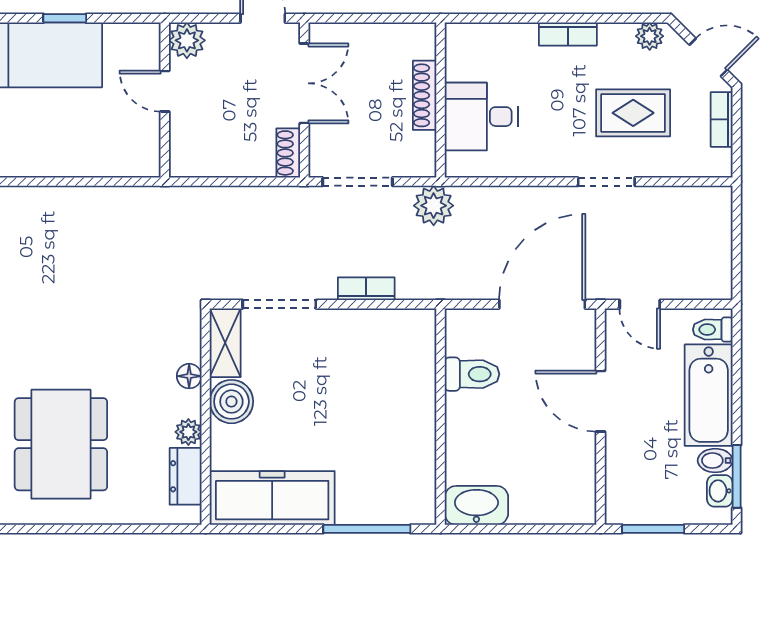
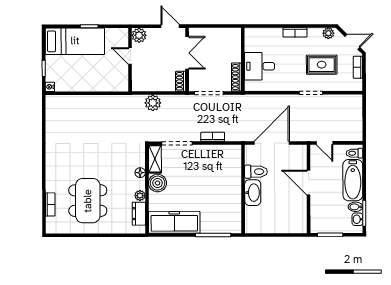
shoe rack: (425, 95) -> (236, 77), moved
plant: (434, 206) -> (153, 103), moved
door: (542, 304) -> (272, 143), moved
washbasin: (476, 505) -> (253, 193), moved, turned 90

